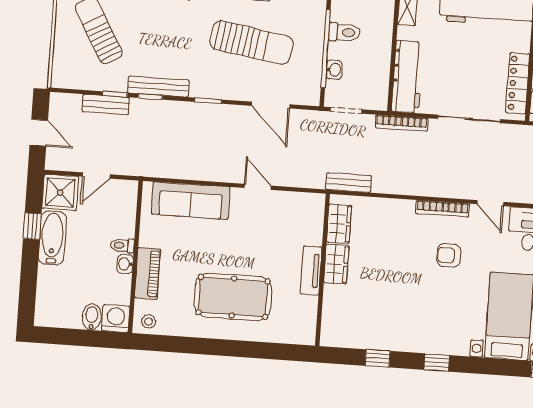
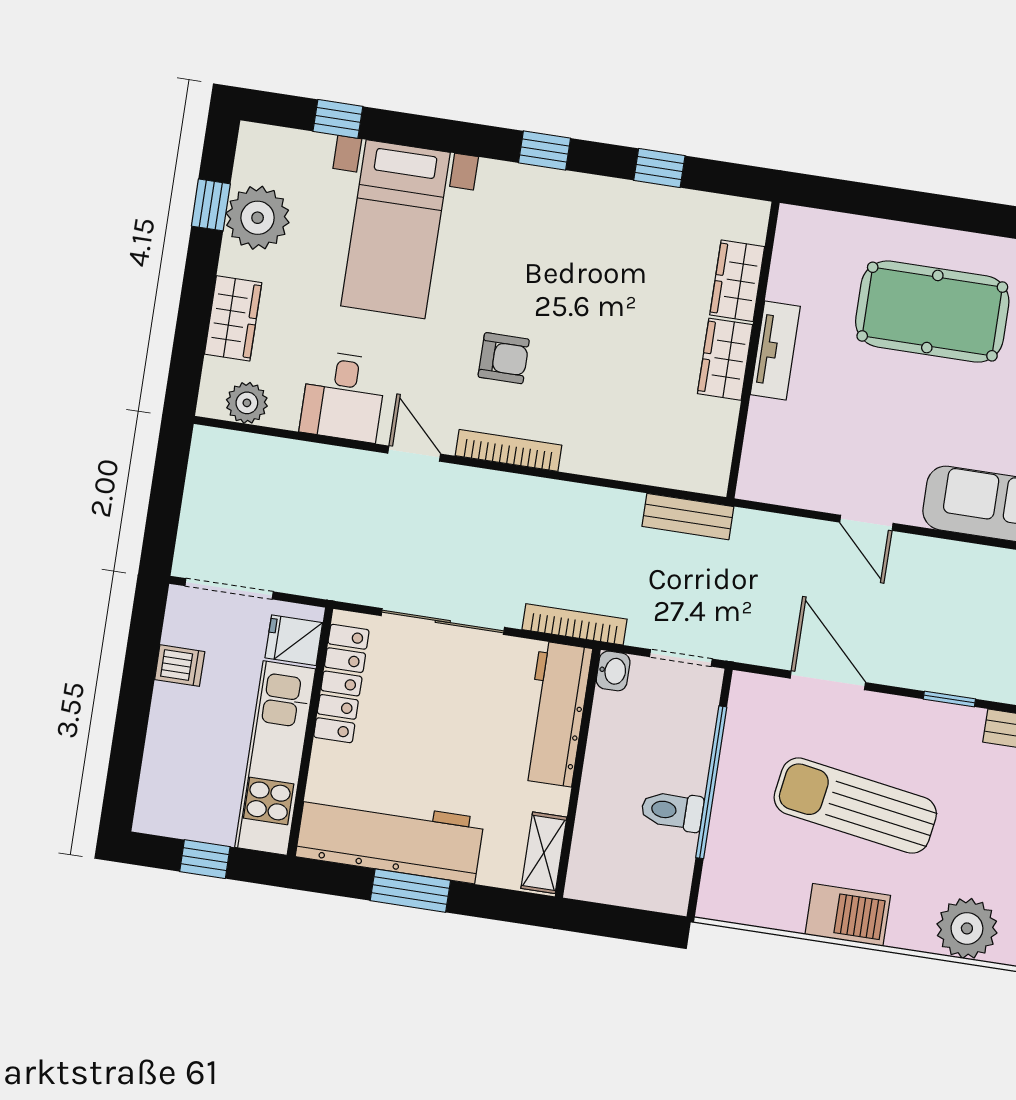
washbasin: (334, 70) -> (613, 671), moved, turned 180
wardrobe: (339, 224) -> (737, 281), moved

